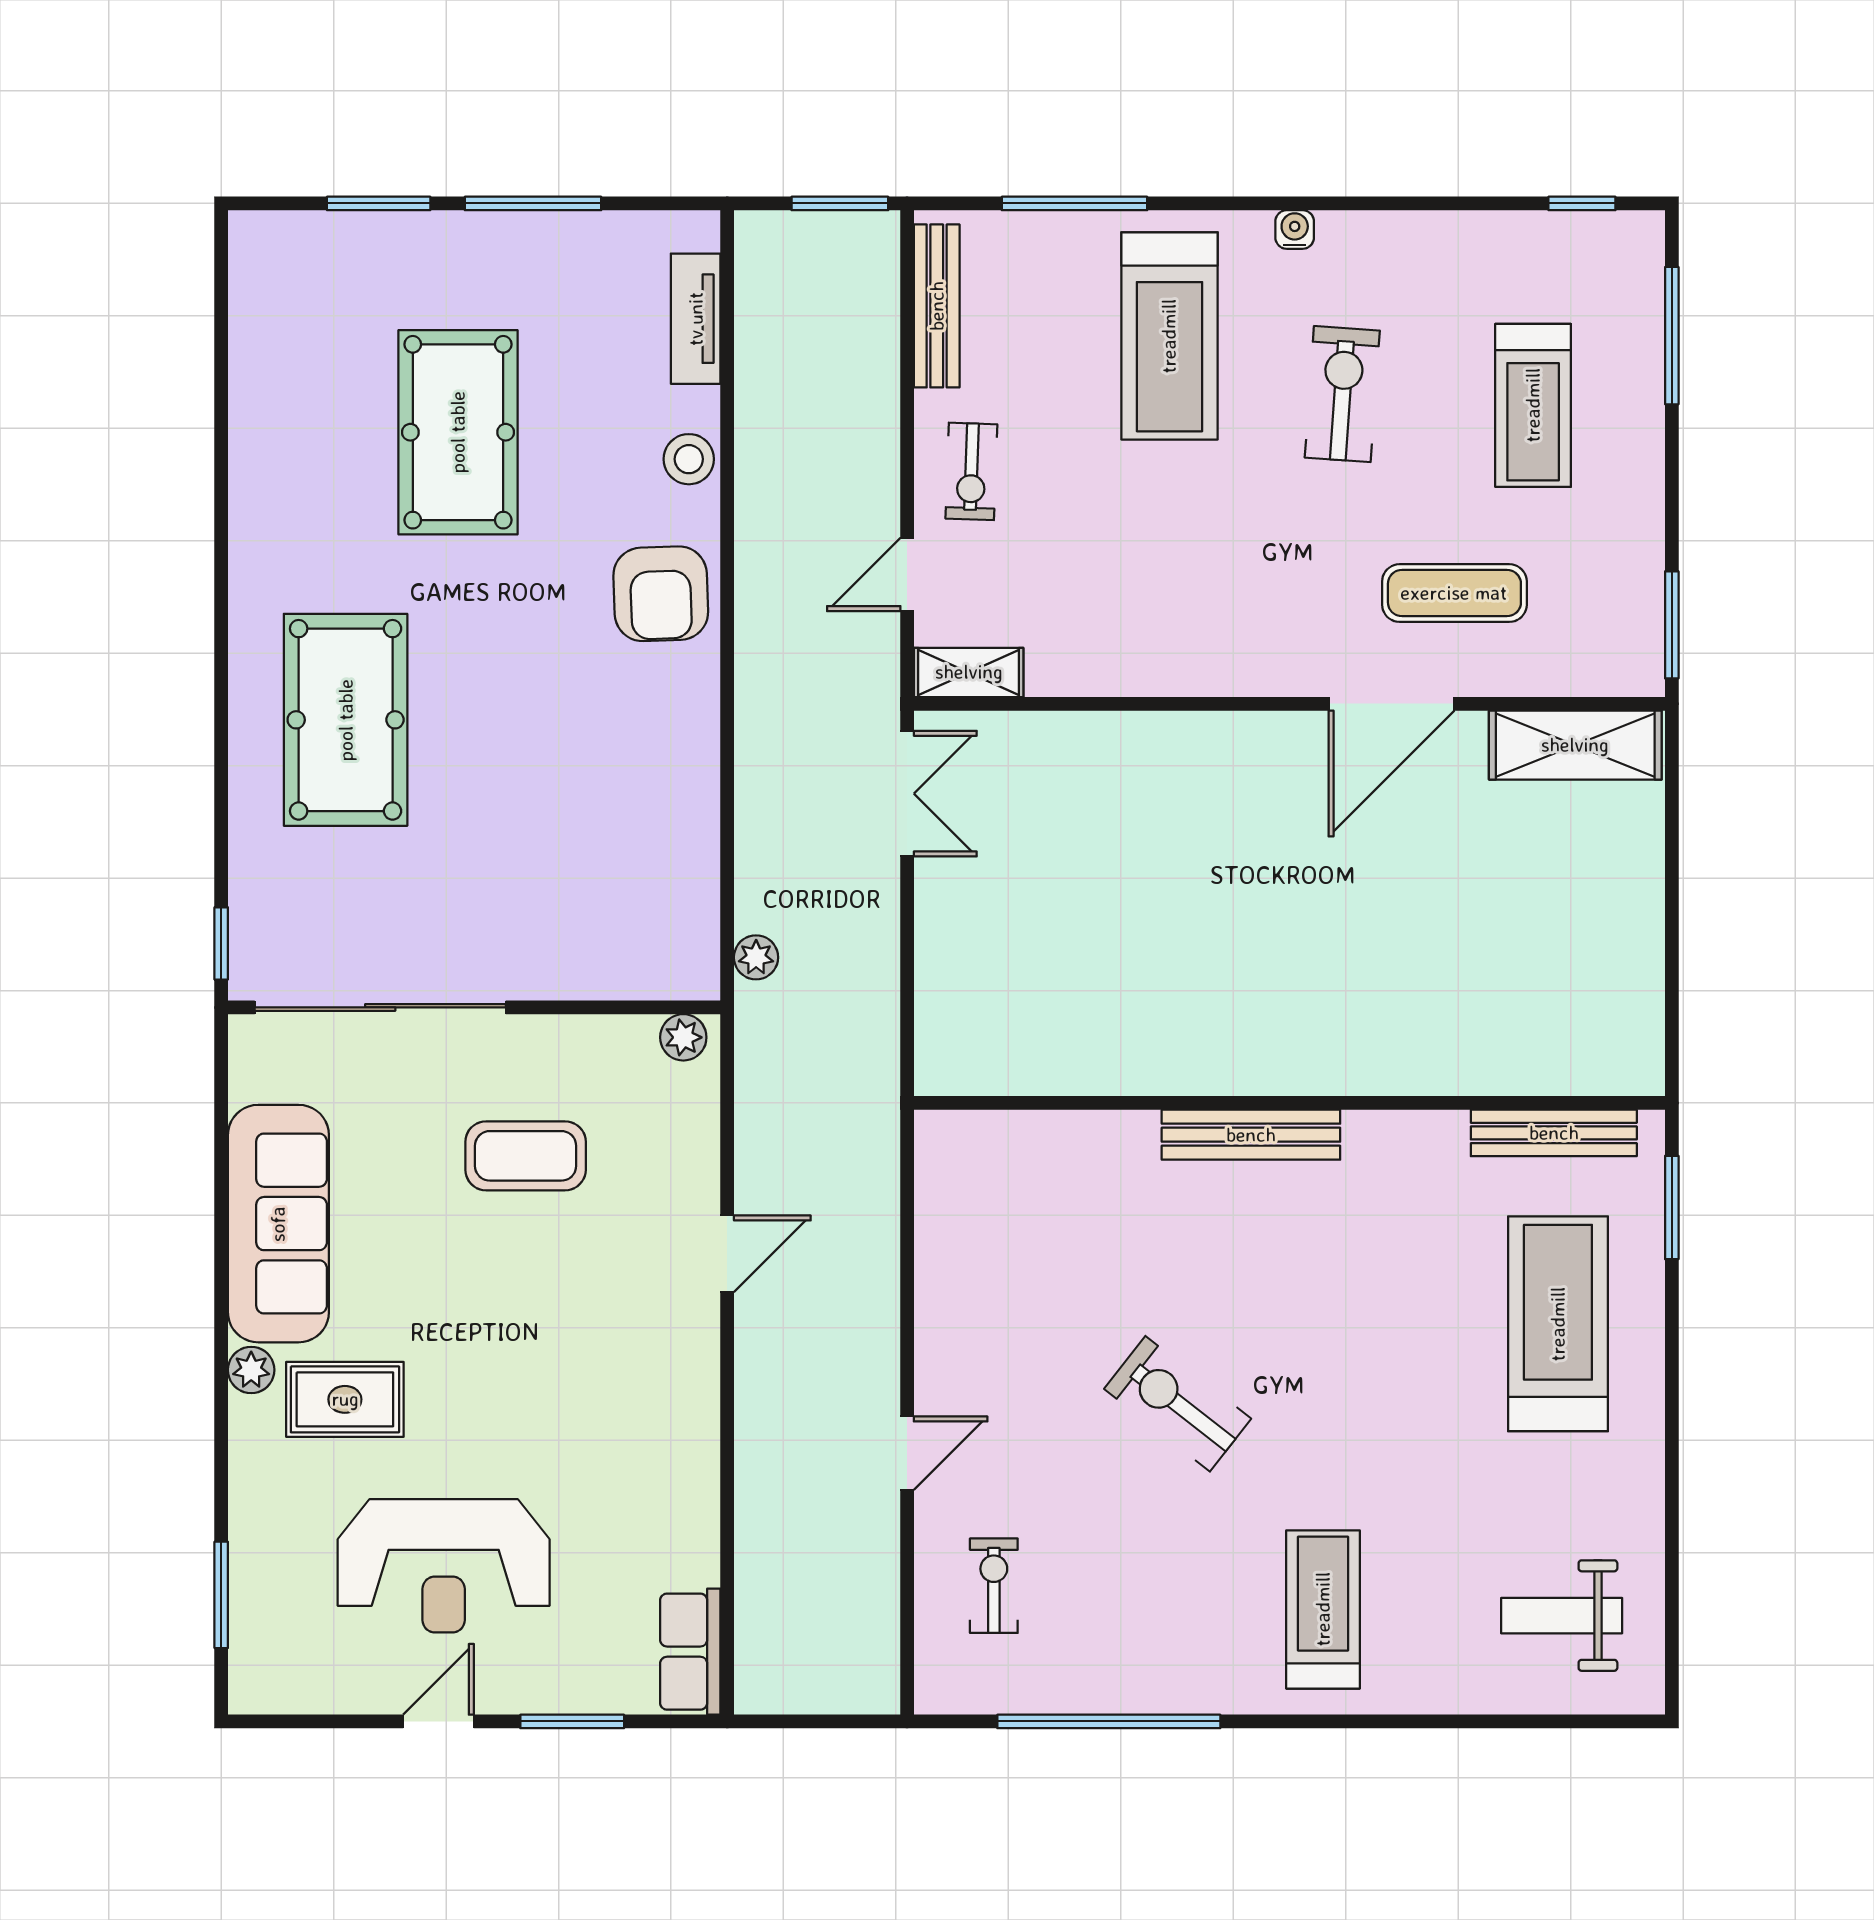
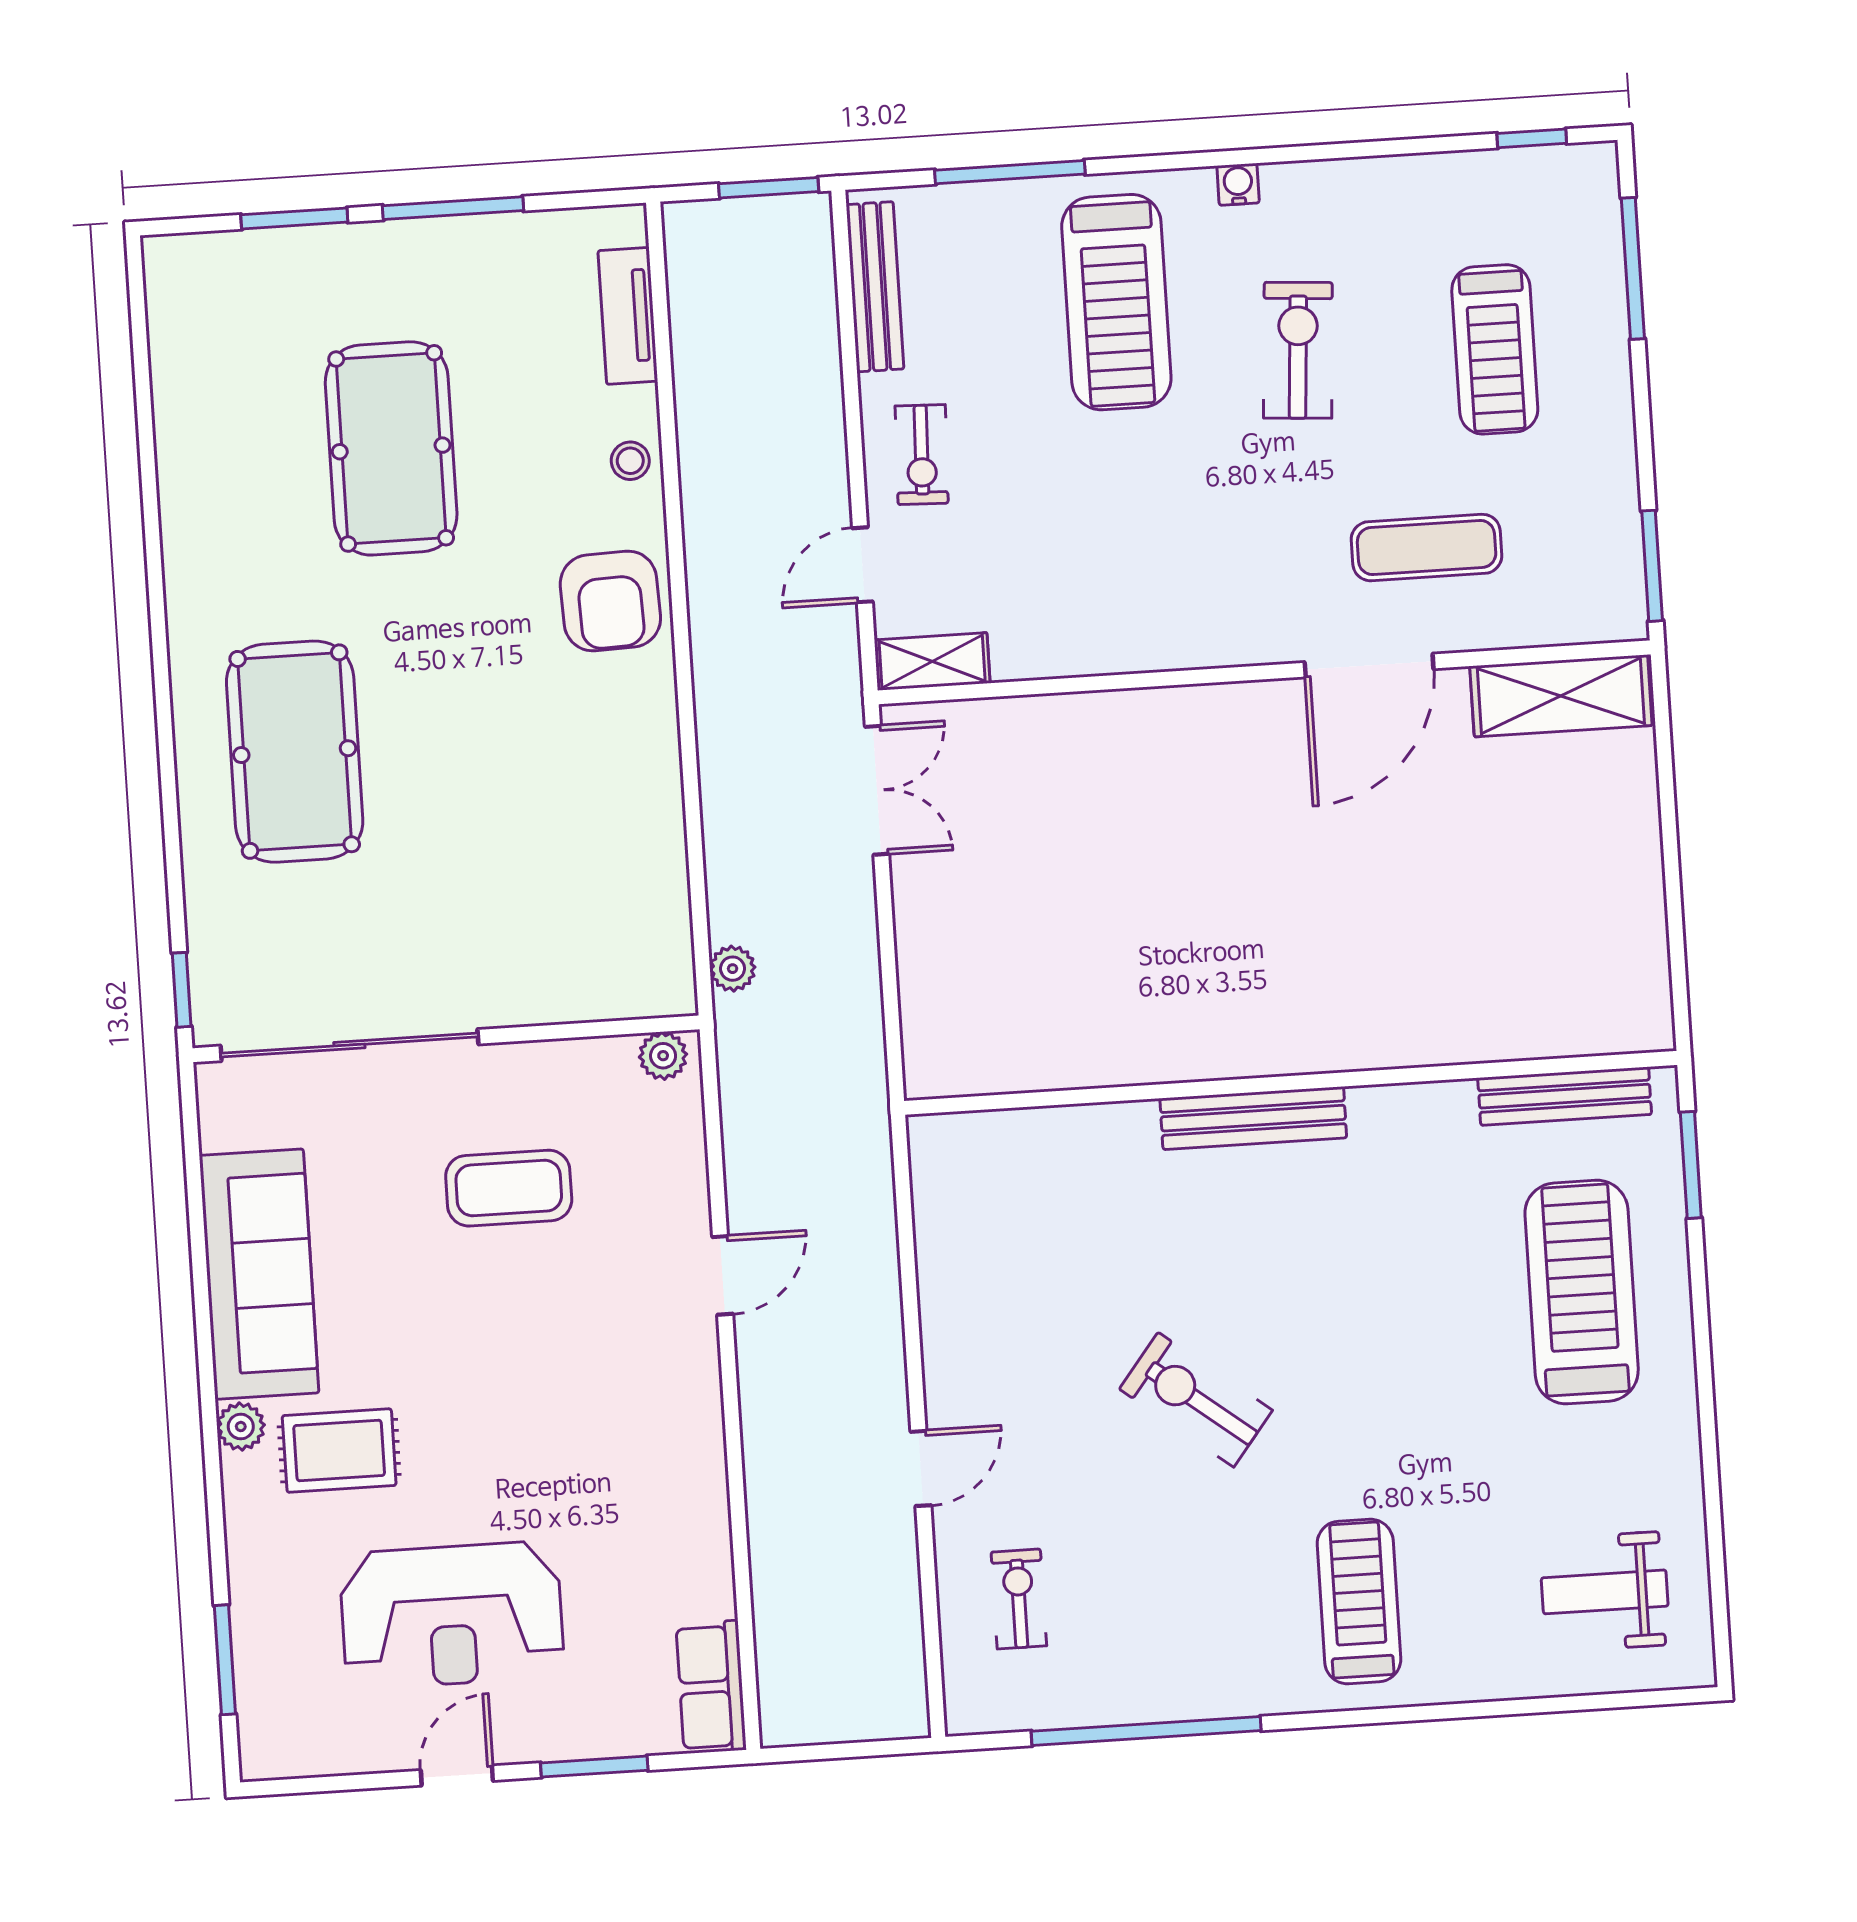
stool: (689, 459) -> (630, 461), width x0.73, depth x0.73

